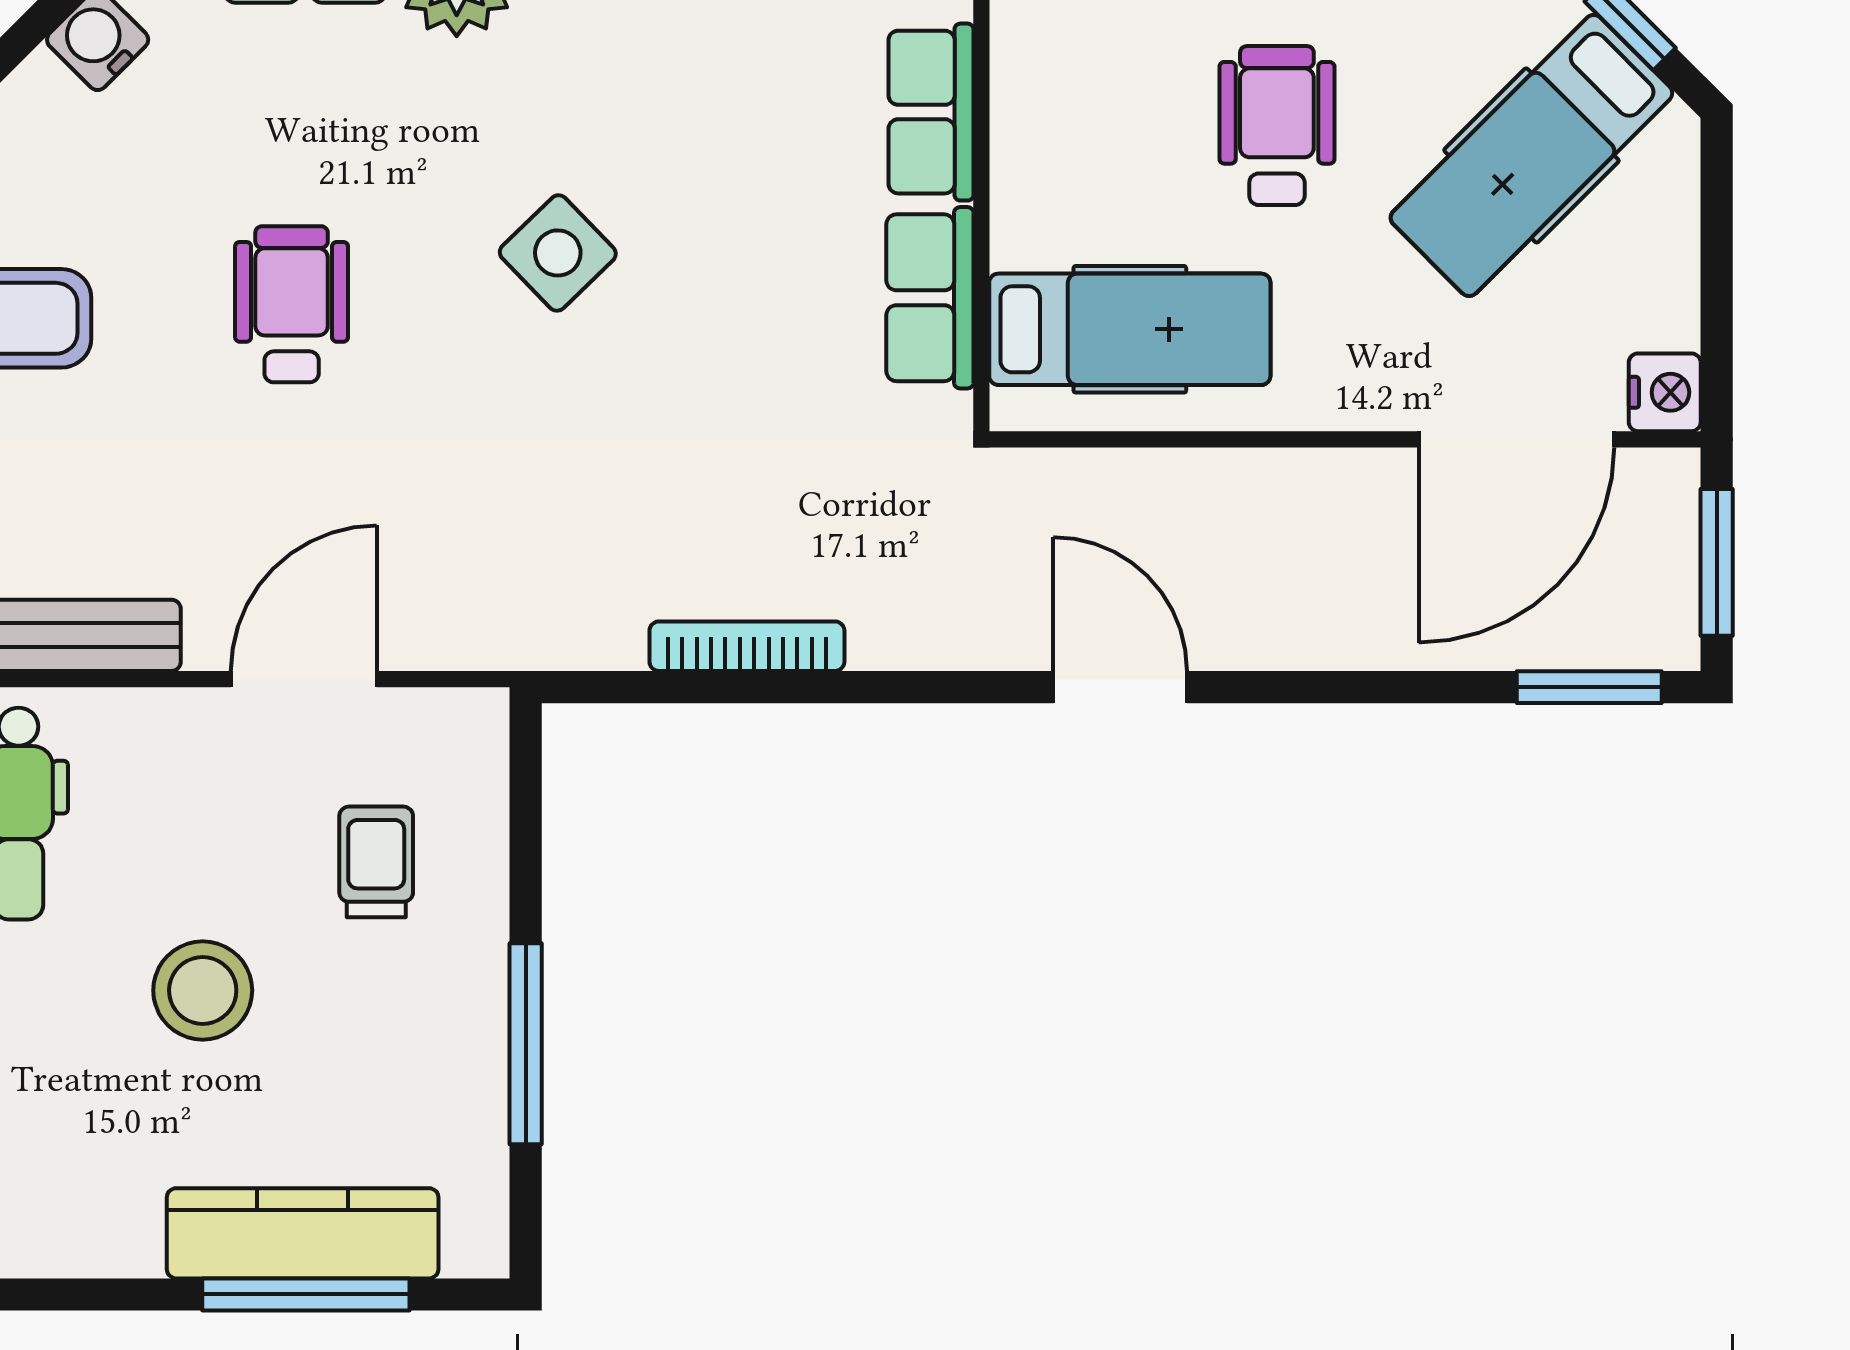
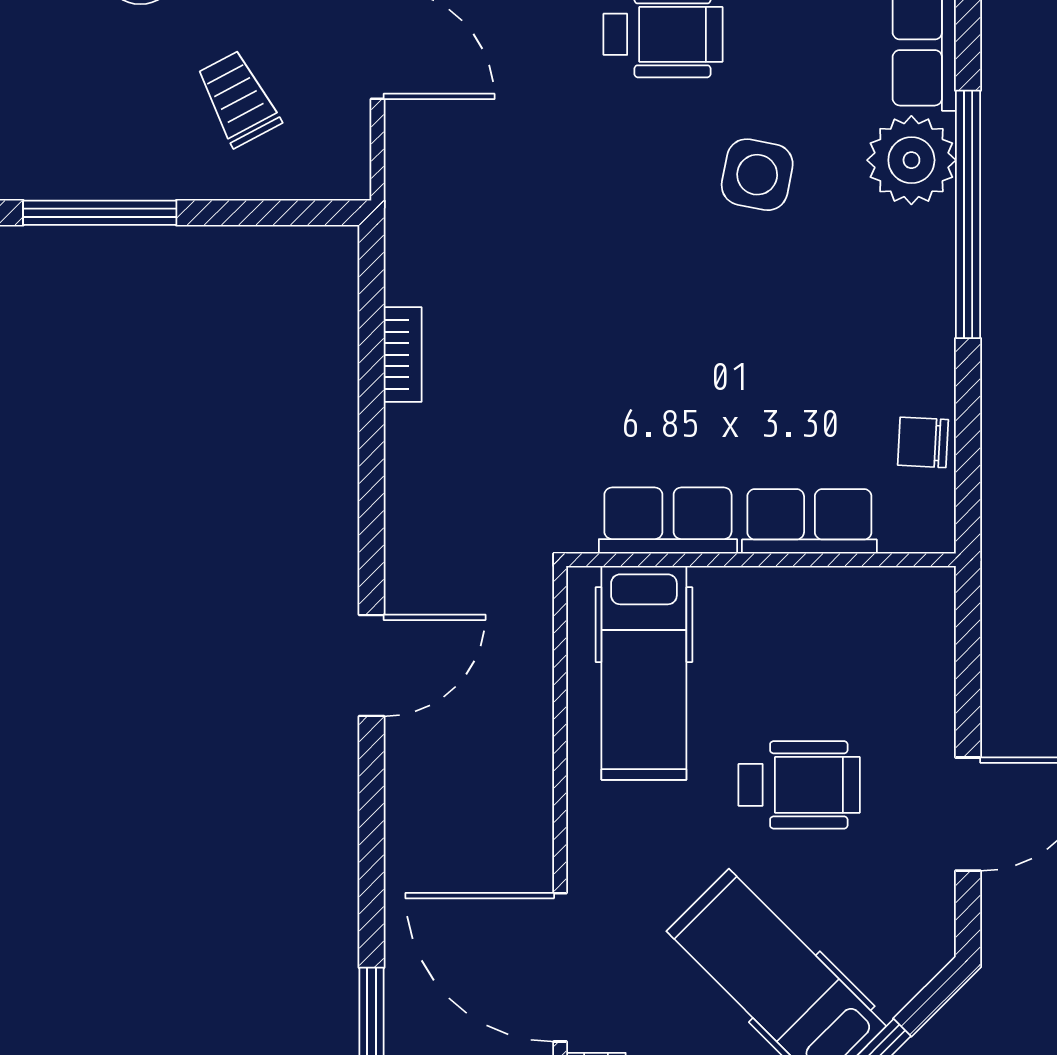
side table: (558, 253) -> (757, 175), moved, turned -35
bookcase: (747, 646) -> (403, 355), width x0.64
trolley: (376, 862) -> (238, 99), turned -118

